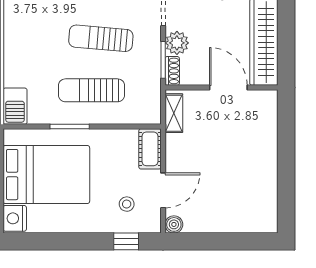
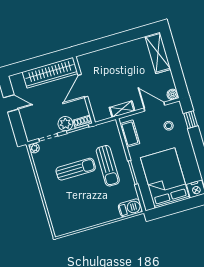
sun lounger: (101, 38) -> (76, 169), turned -95
shelving: (174, 113) -> (122, 109), moved
cot: (150, 149) -> (130, 134), moved, turned 90
shelving: (246, 220) -> (158, 53), added

